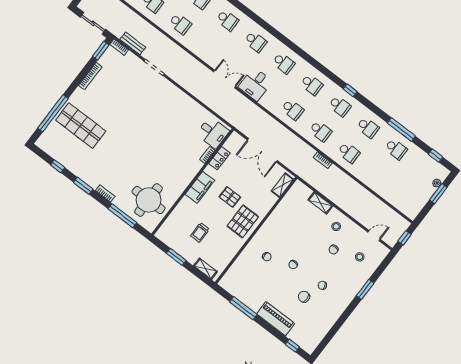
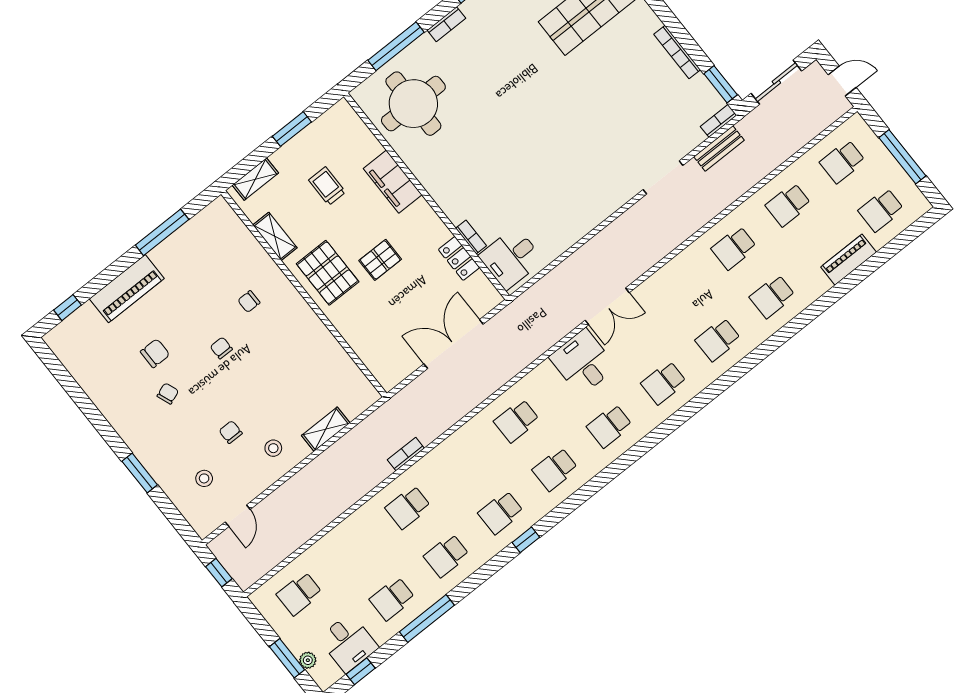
school desk: (321, 131) -> (299, 594), moved
desk: (423, 165) -> (348, 643), added
shelving: (282, 185) -> (275, 236), moved
filing cabinet: (200, 187) -> (393, 182), moved

